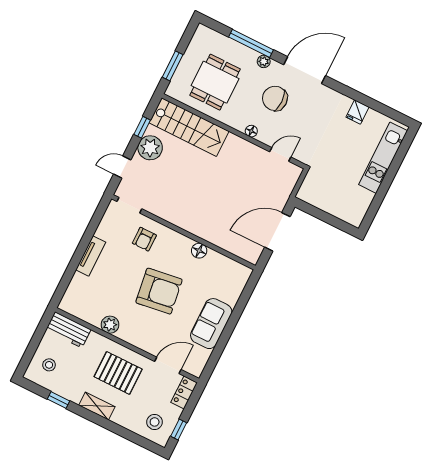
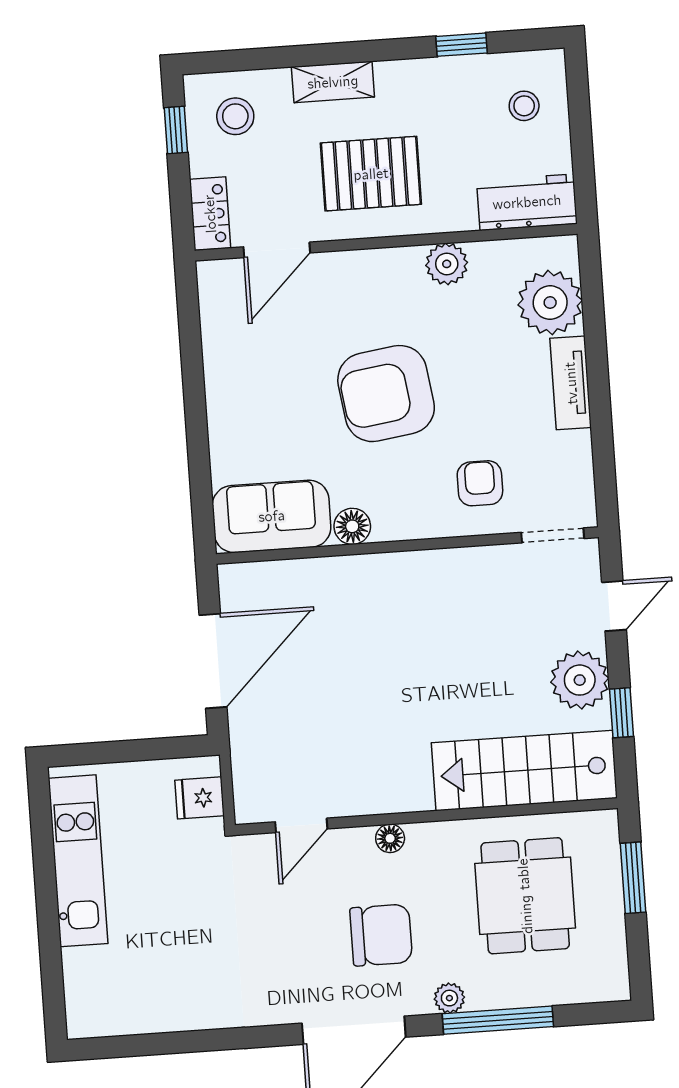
fridge: (358, 112) -> (200, 798), moved, turned -90
kitchen unit: (383, 158) -> (78, 861), moved
plant: (81, 289) -> (550, 303), added
sofa: (211, 324) -> (272, 516), moved, turned -90
shelving: (97, 406) -> (333, 82), moved

